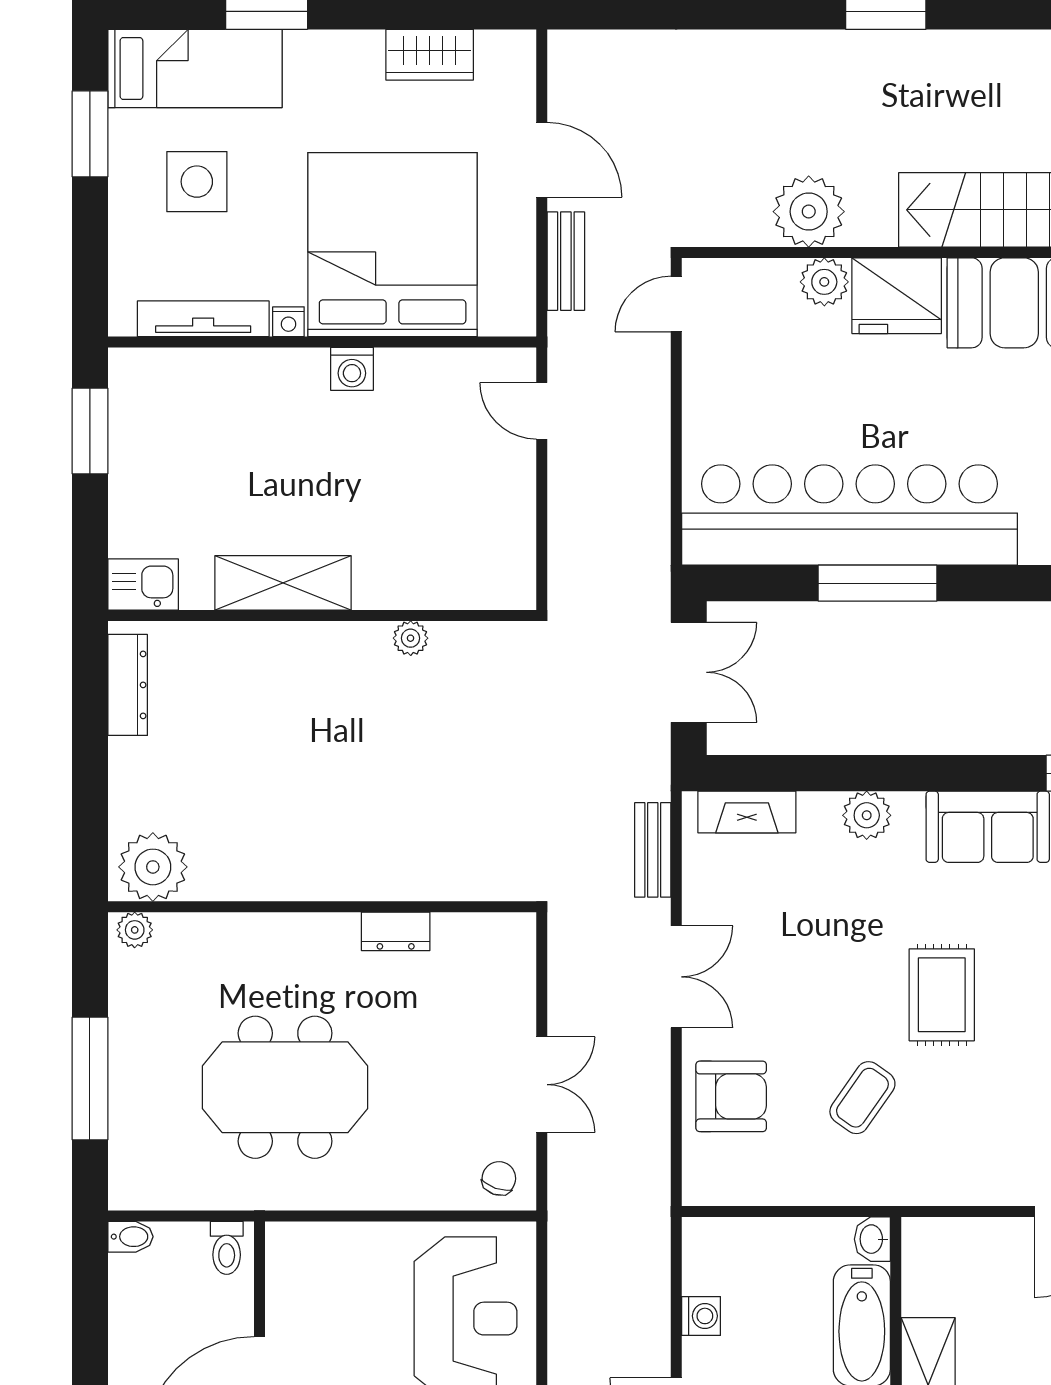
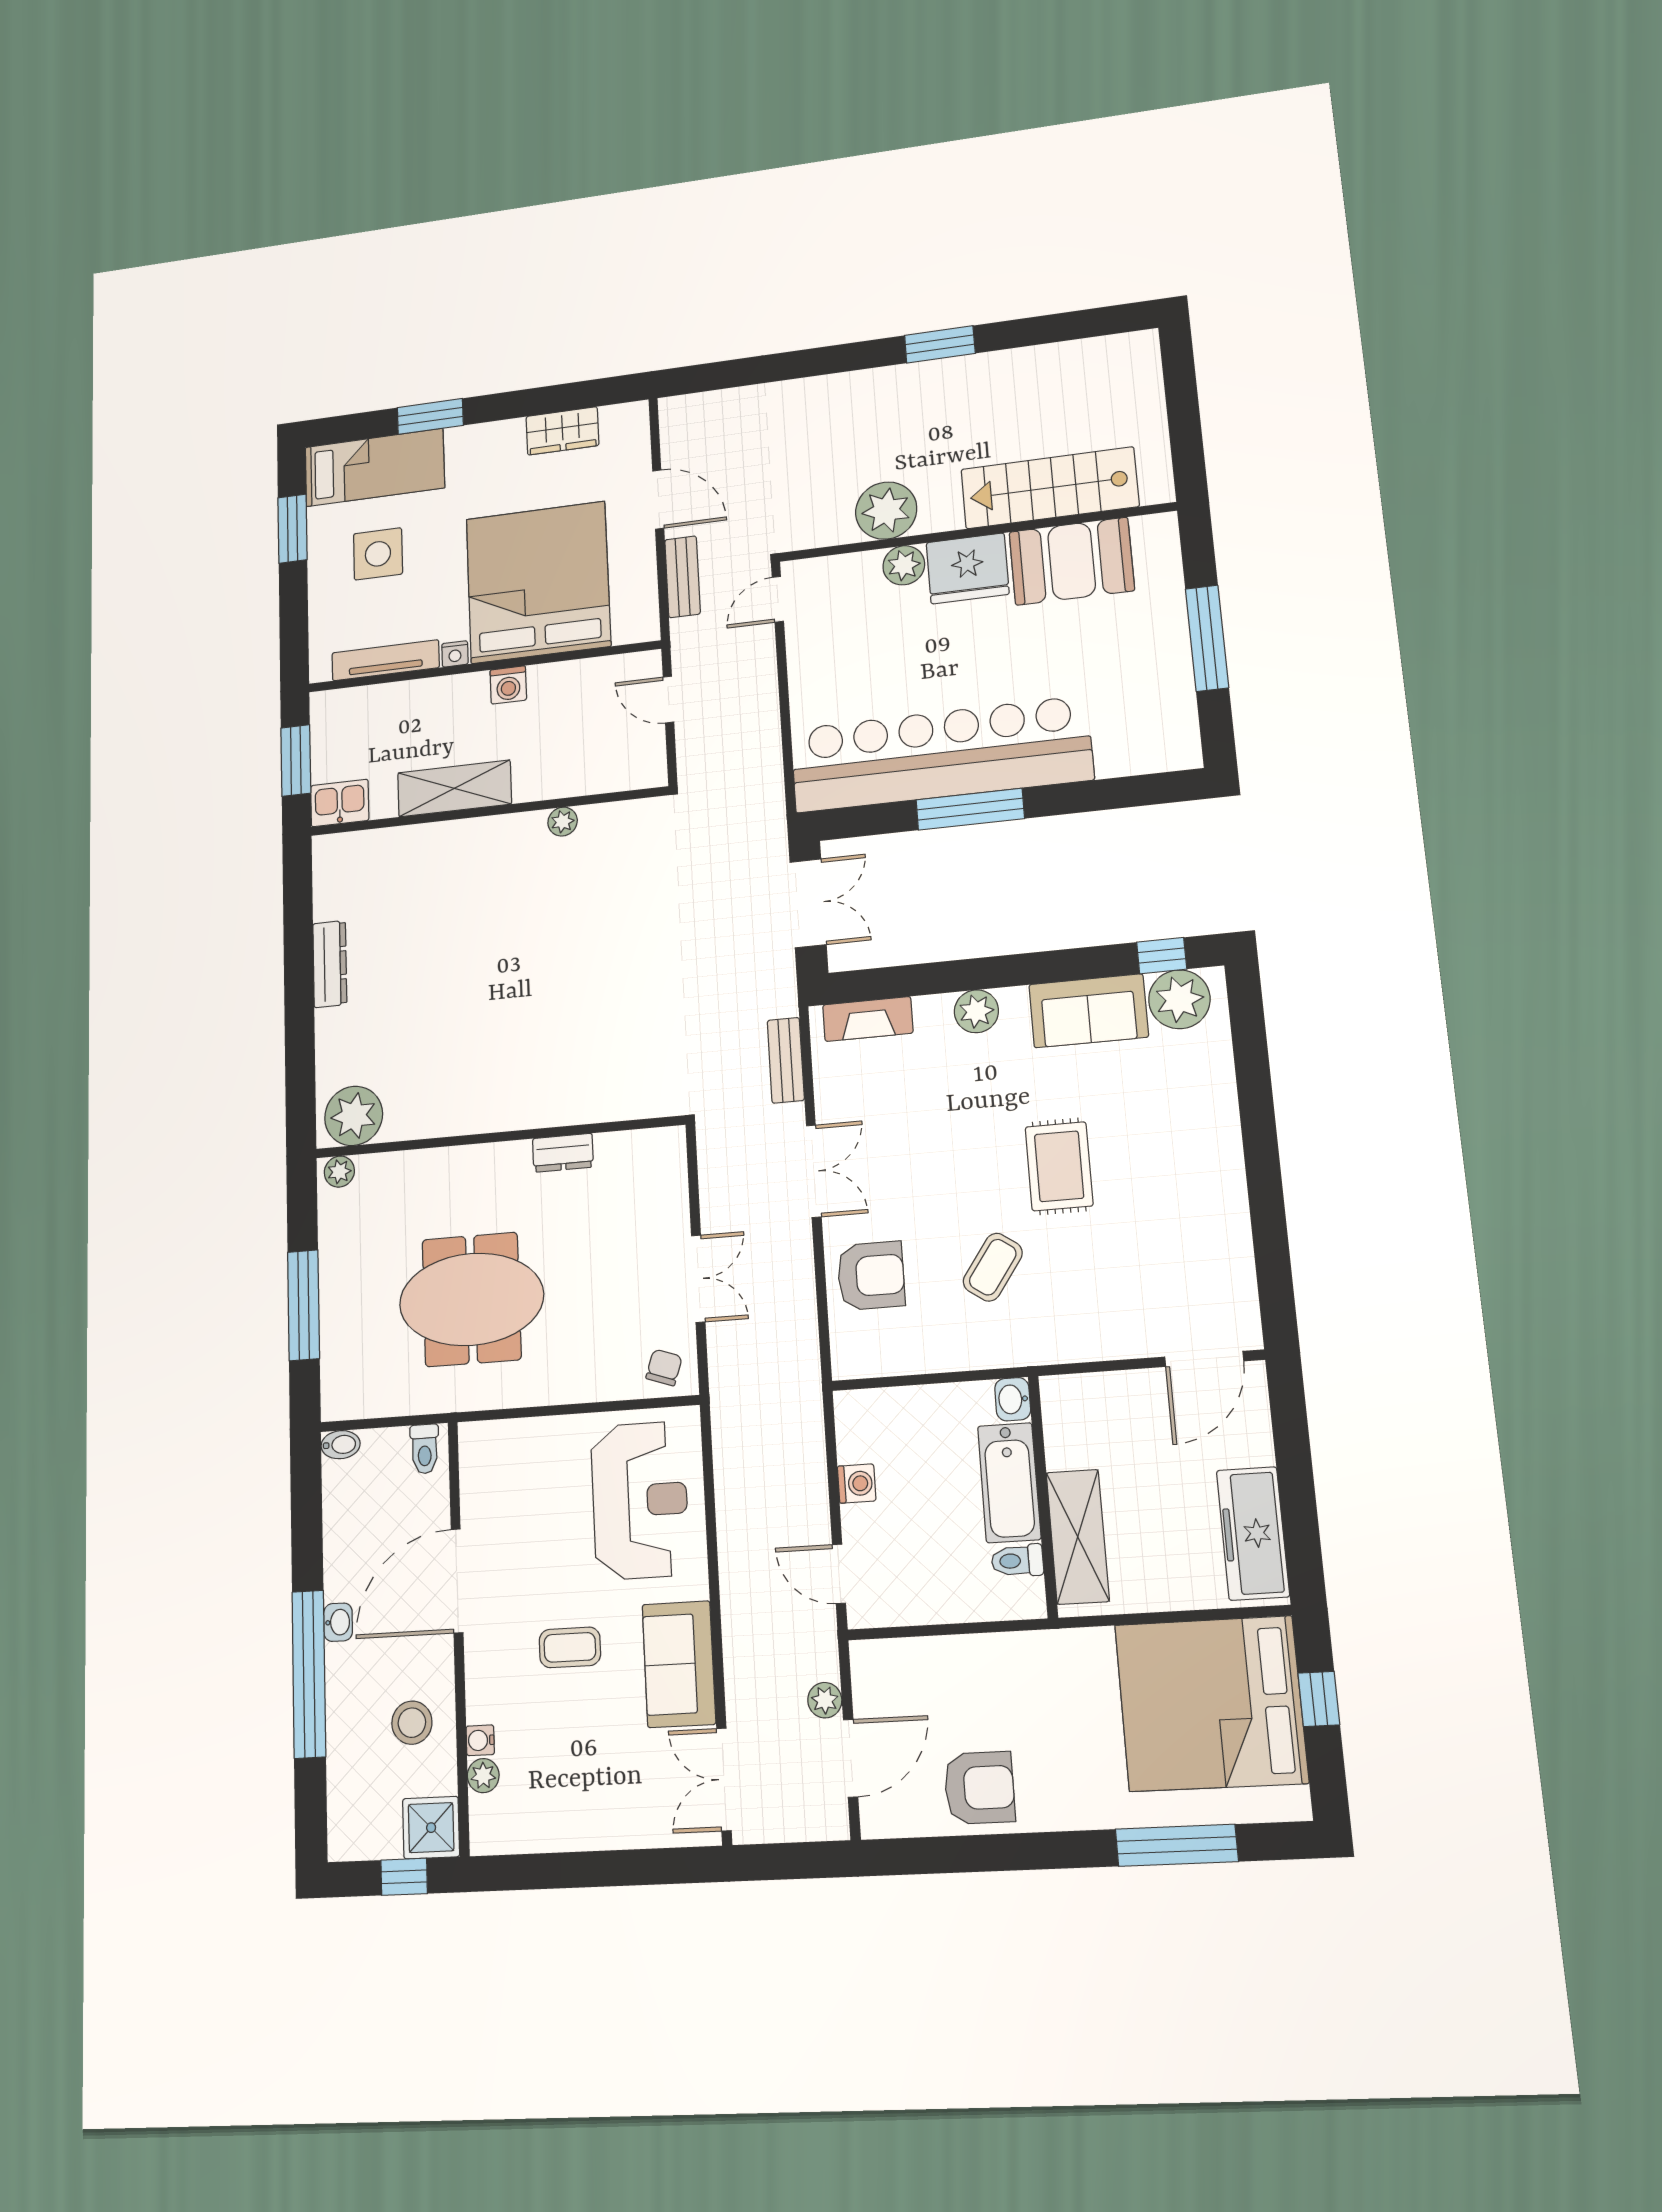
shelving: (283, 583) -> (454, 788), moved
kitchen sink: (143, 584) -> (340, 803), moved
wall: (322, 615) -> (488, 811), moved
plant: (411, 638) -> (563, 822), moved

